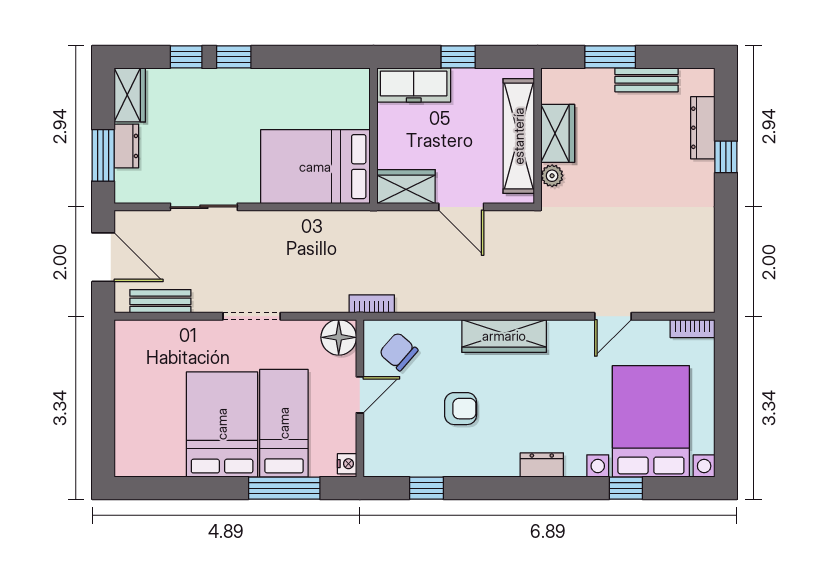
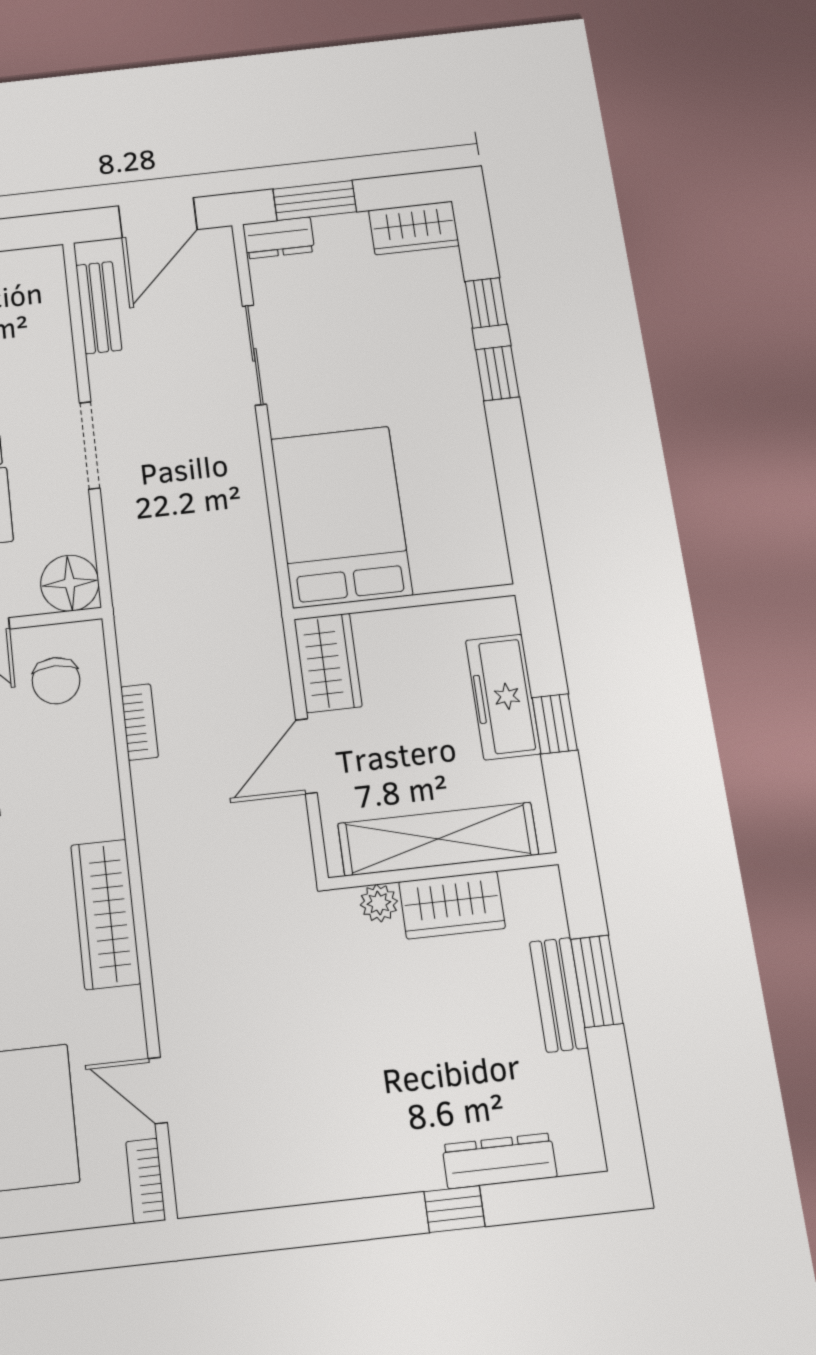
bench: (647, 80) -> (559, 995), moved
freezer: (414, 85) -> (503, 697), moved
dresser: (126, 146) -> (279, 238), moved
bookcase: (372, 304) -> (139, 722), moved
door: (613, 316) -> (158, 1090), moved
wardrobe: (504, 336) -> (106, 914), moved
chair: (399, 352) -> (56, 681), turned 139

